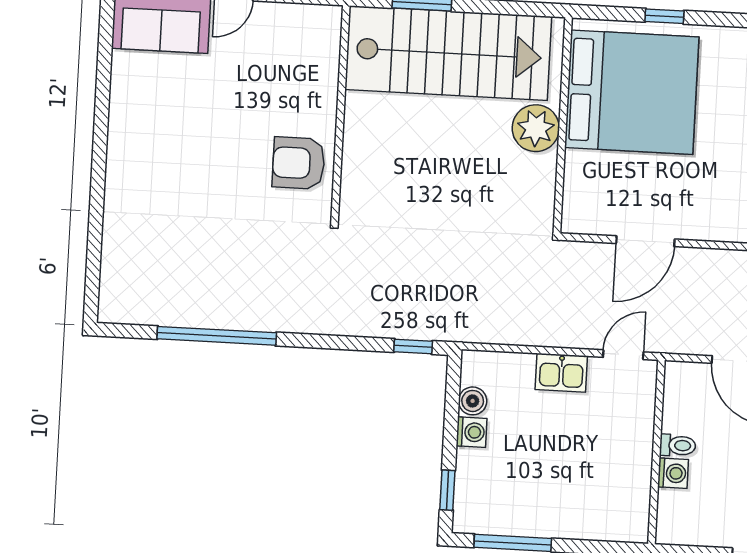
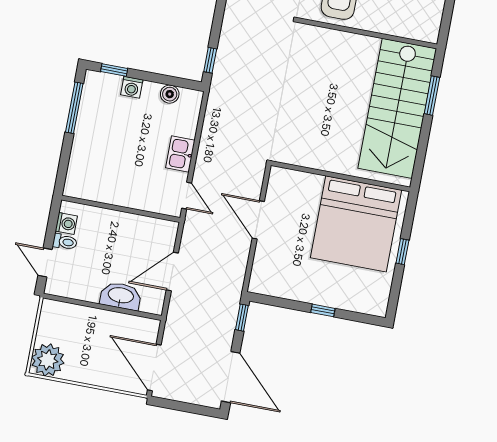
plant: (536, 128) -> (341, 159), removed
washing machine: (472, 432) -> (132, 87), moved
toilet: (678, 445) -> (65, 242), moved, turned -90
washing machine: (673, 473) -> (66, 224), moved, turned -90

